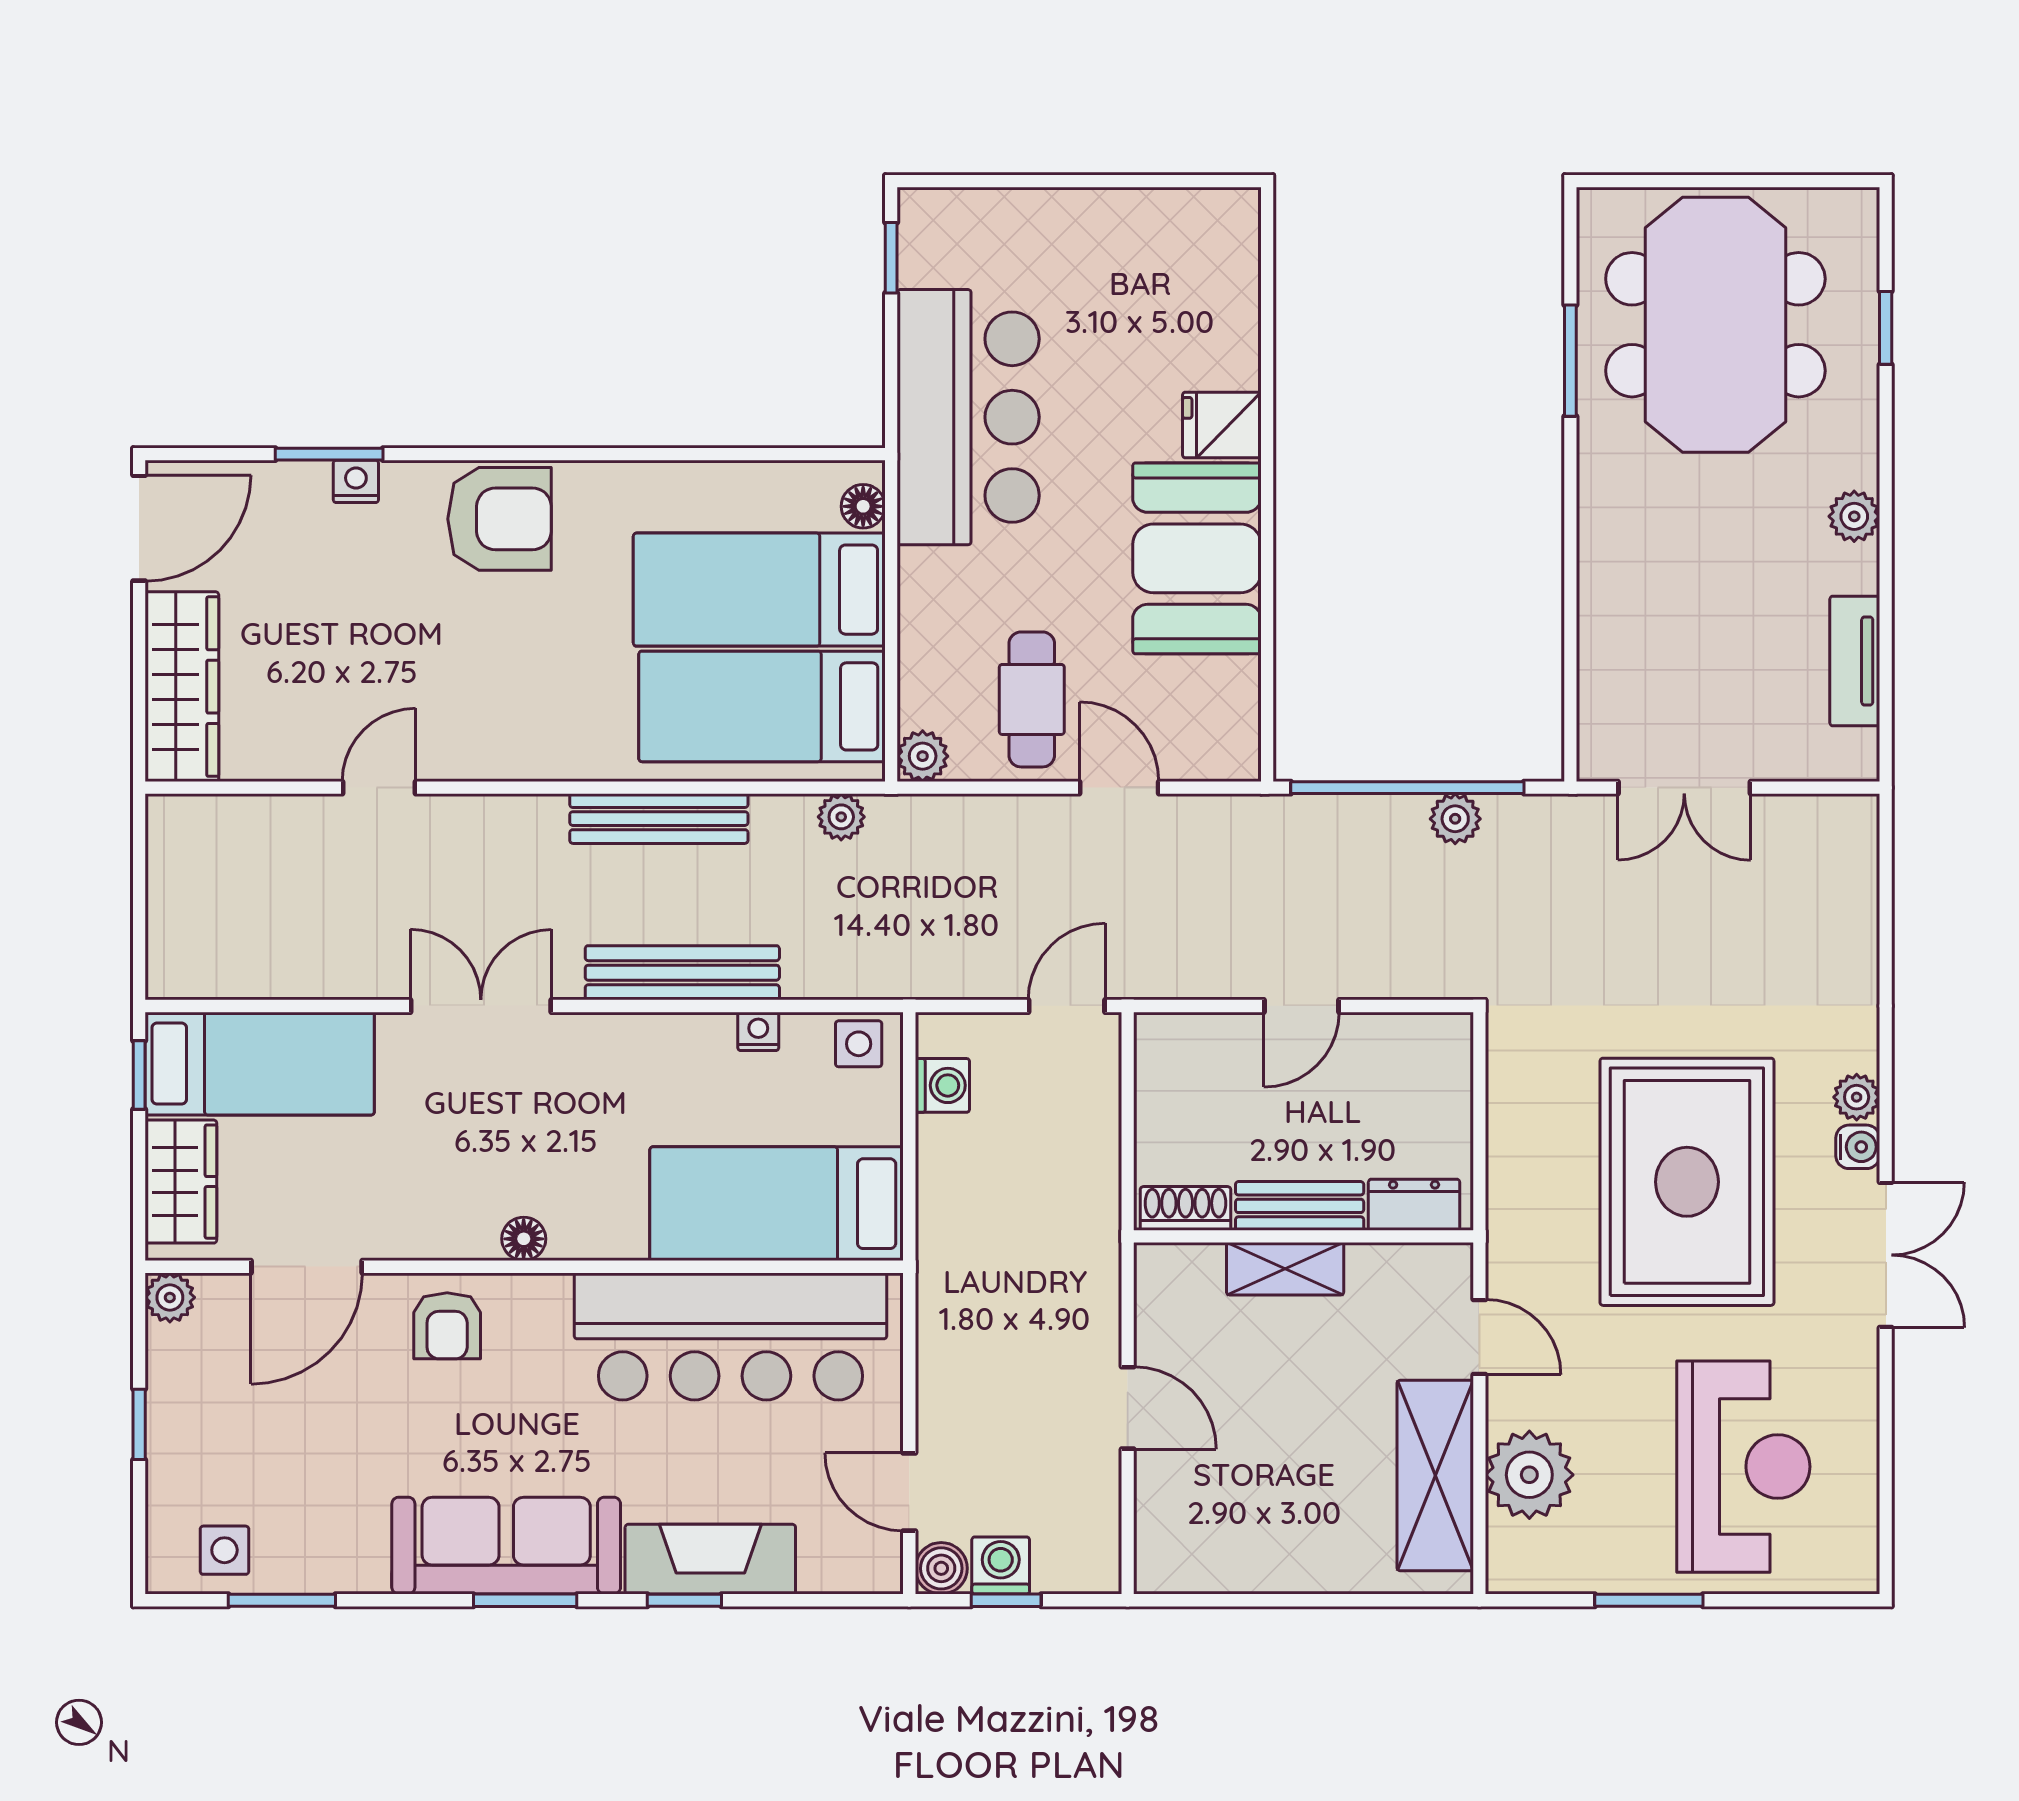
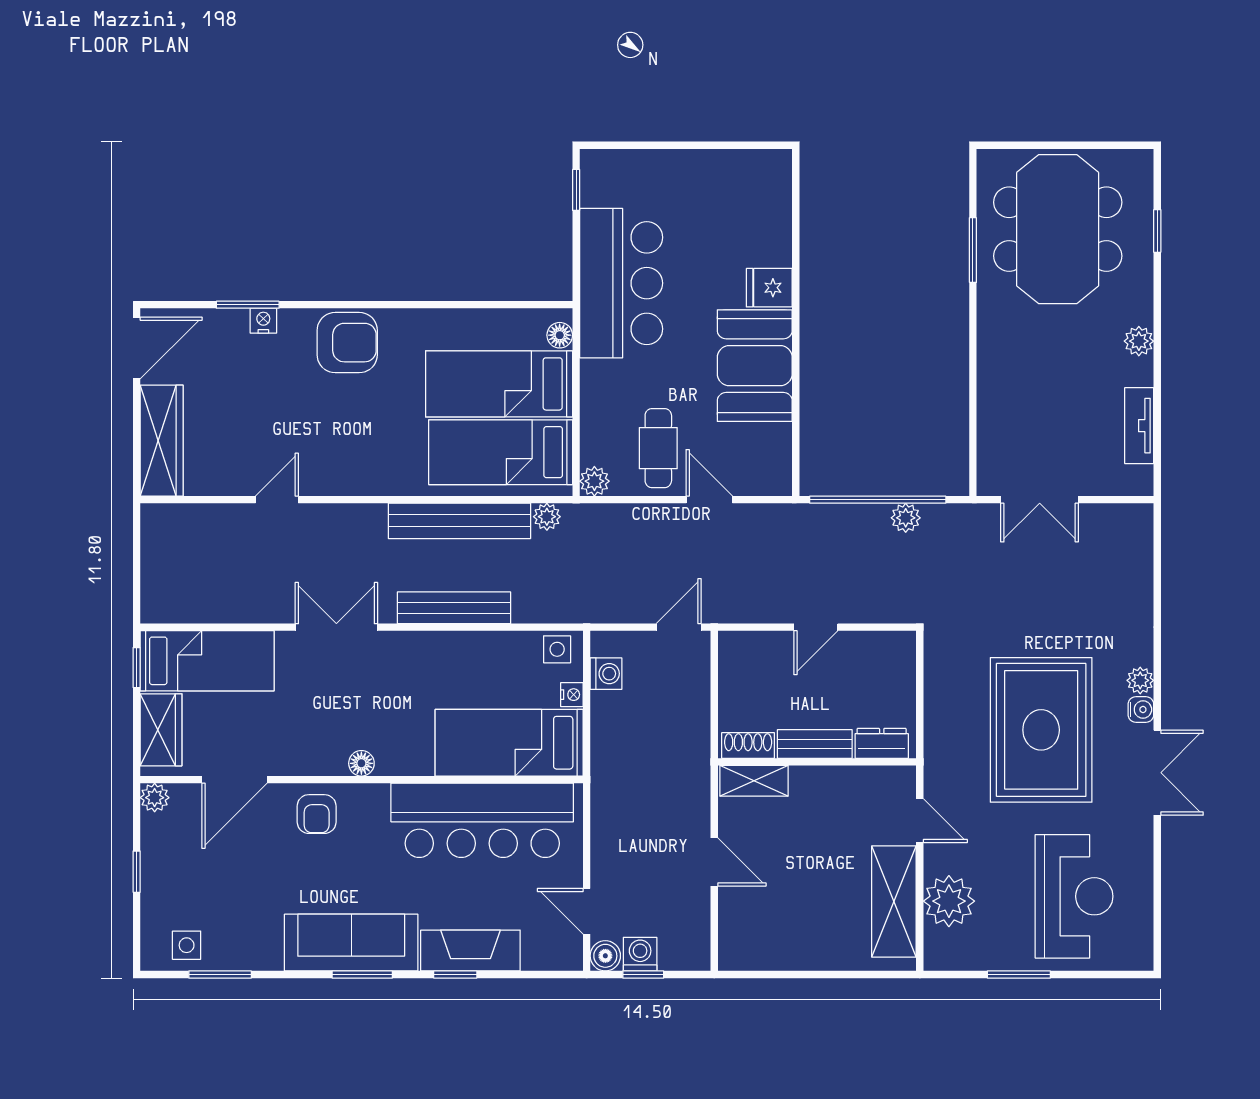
bench: (659, 819) -> (459, 521), width x1.37, depth x1.21
nightstand: (758, 1031) -> (572, 695), moved, turned 90
shelving: (1285, 1269) -> (754, 781), moved

